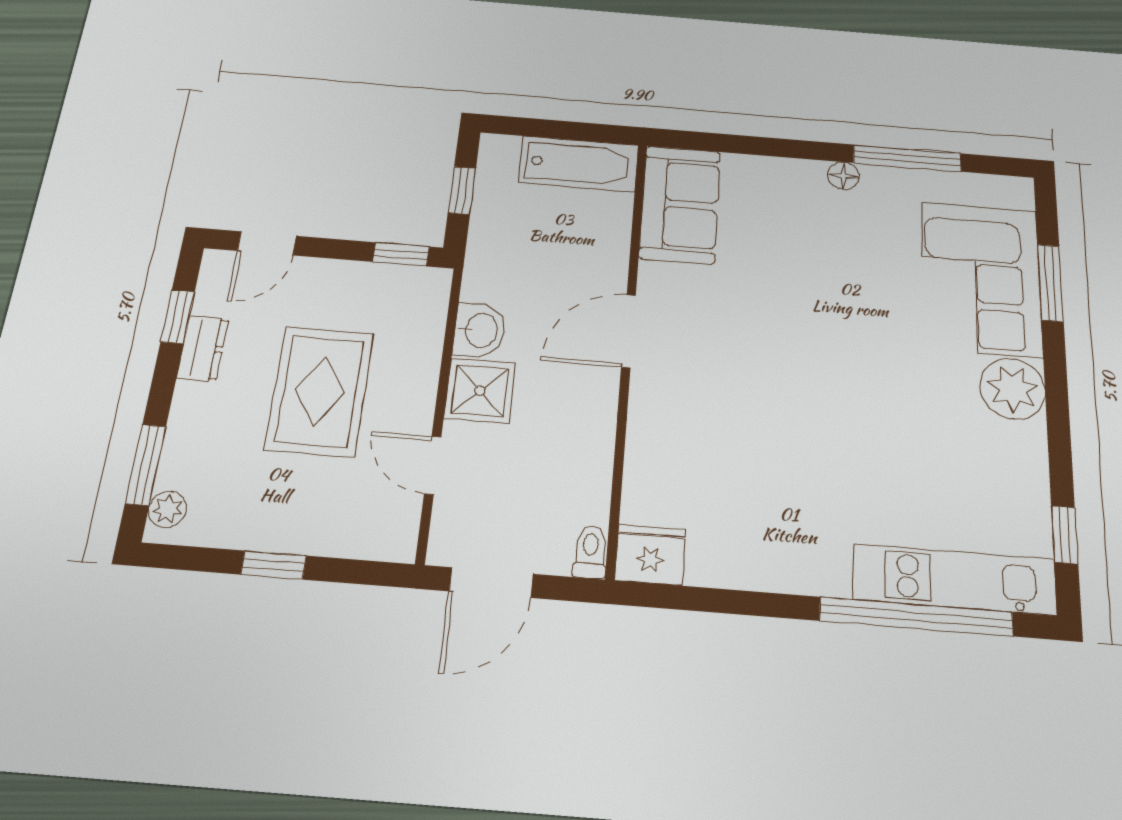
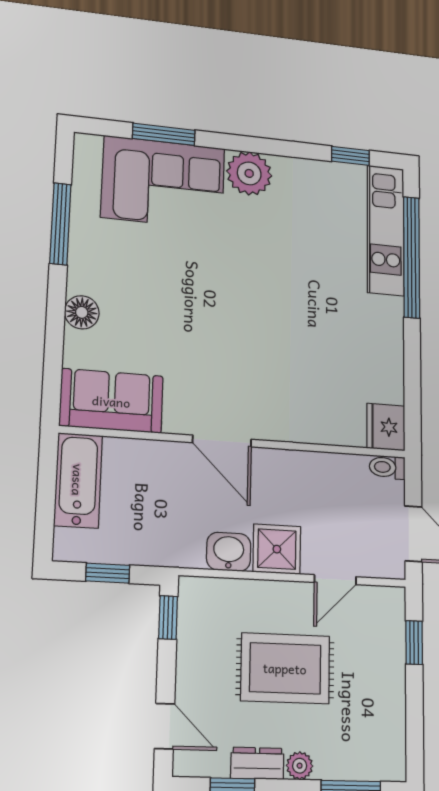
floor lamp: (843, 176) -> (82, 312), moved, width x1.37, depth x1.37
plant: (168, 509) -> (300, 766), moved
window: (274, 565) -> (414, 643), moved

